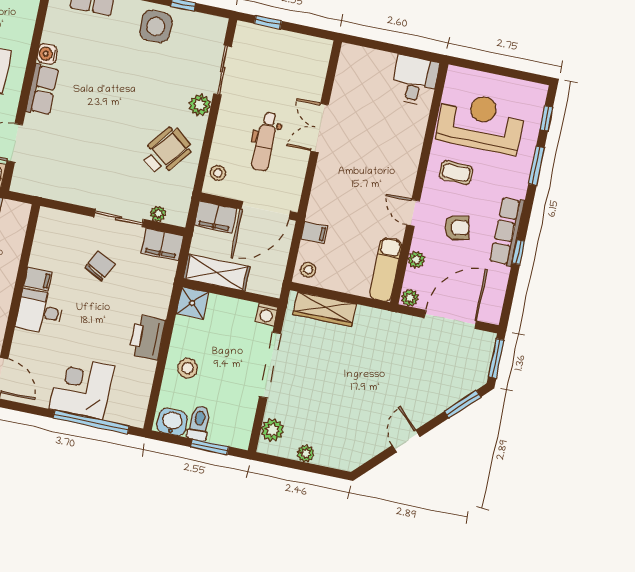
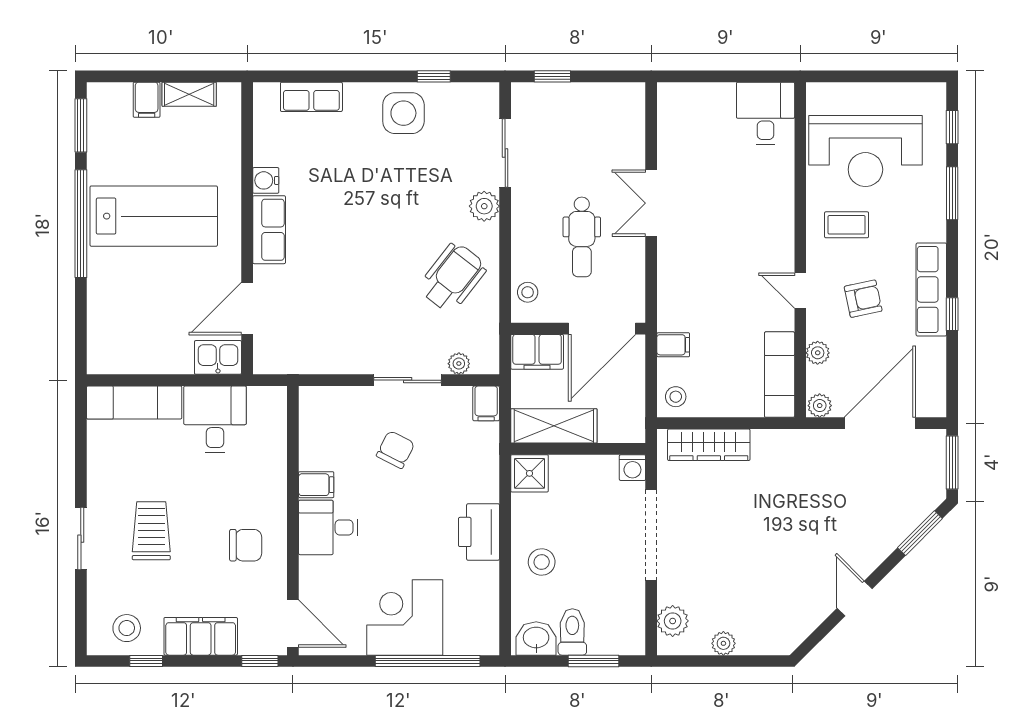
reception desk: (481, 123) -> (865, 151), turned 180
filing cabinet: (162, 244) -> (486, 403), width x0.50

